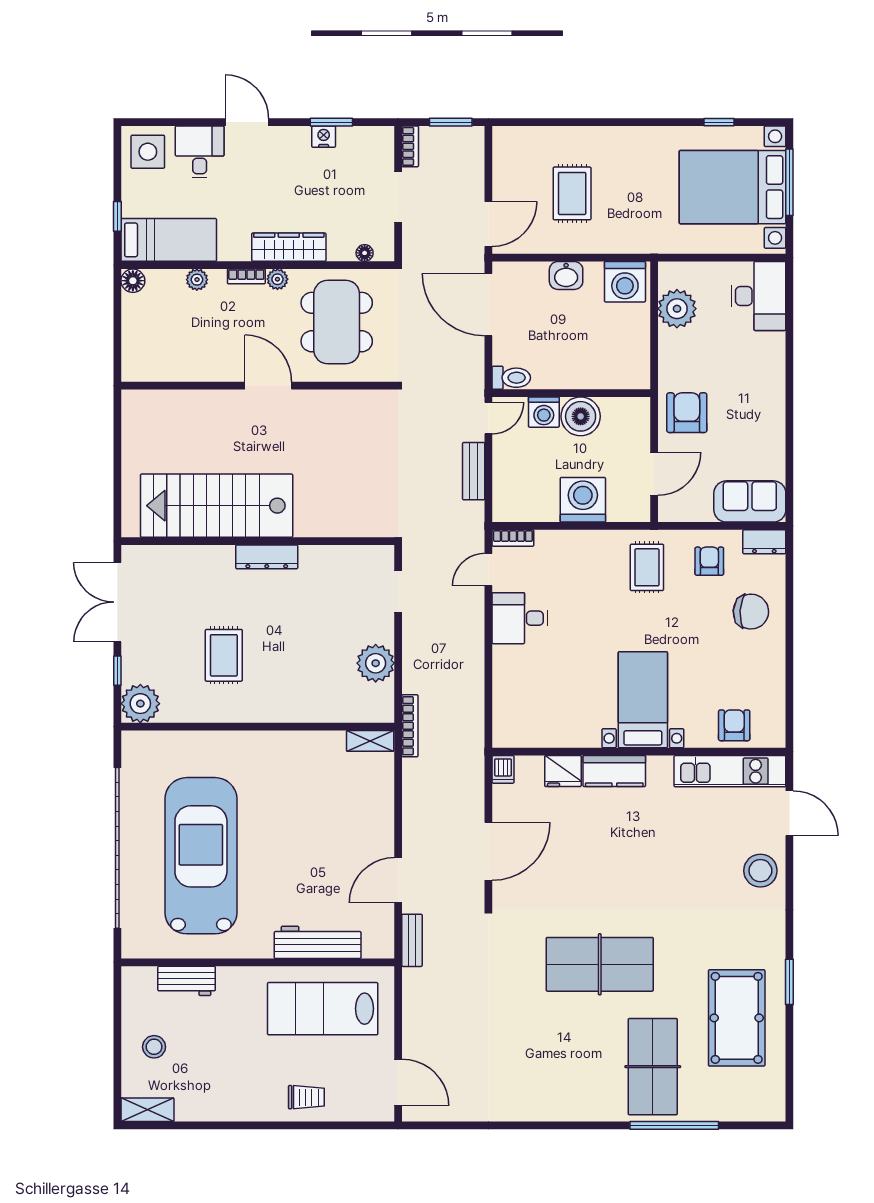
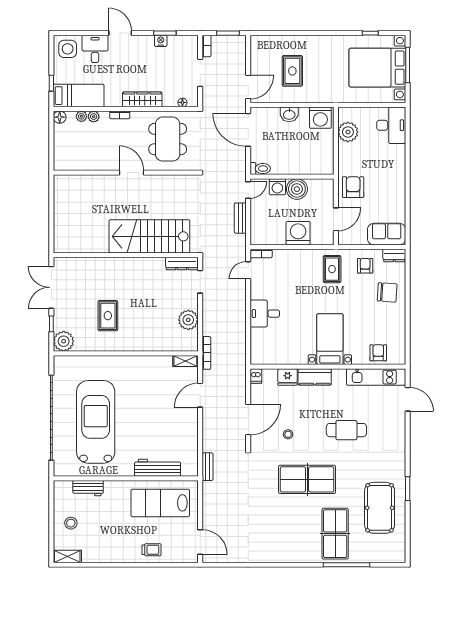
plant: (277, 279) -> (81, 116), moved
stairs: (217, 506) -> (149, 236), moved
dresser: (267, 557) -> (182, 263), moved
desk: (520, 618) -> (265, 314), moved
cafe table: (674, 871) -> (346, 430), added
stool: (760, 871) -> (288, 434), moved, width x0.53, depth x0.53
door: (398, 880) -> (200, 395), moved

